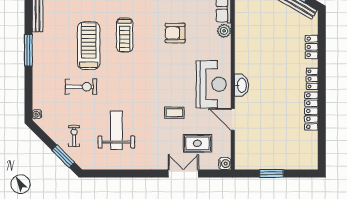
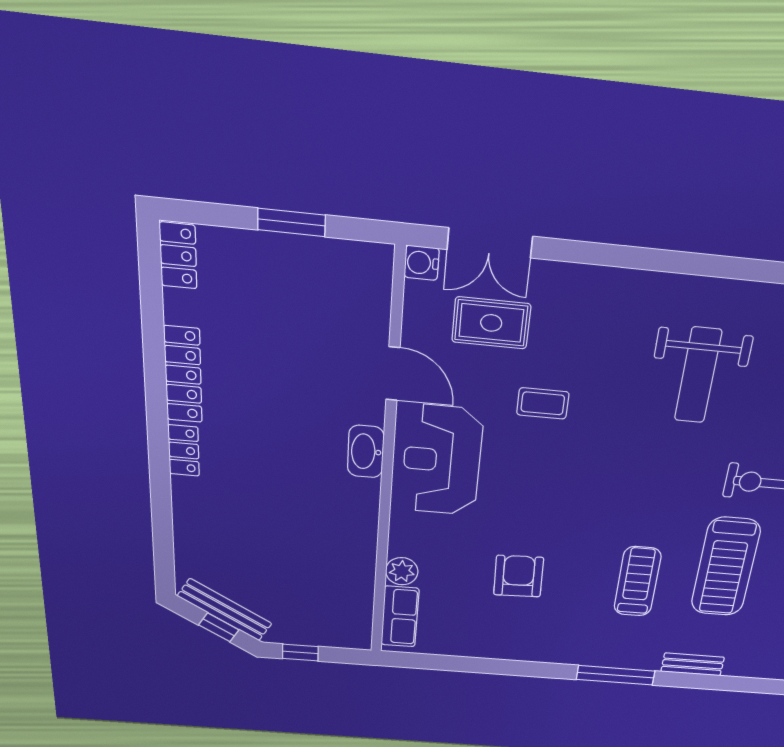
armchair: (175, 33) -> (519, 576), turned -92
locker: (312, 47) -> (178, 256), moved
double door: (183, 173) -> (490, 243), moved

